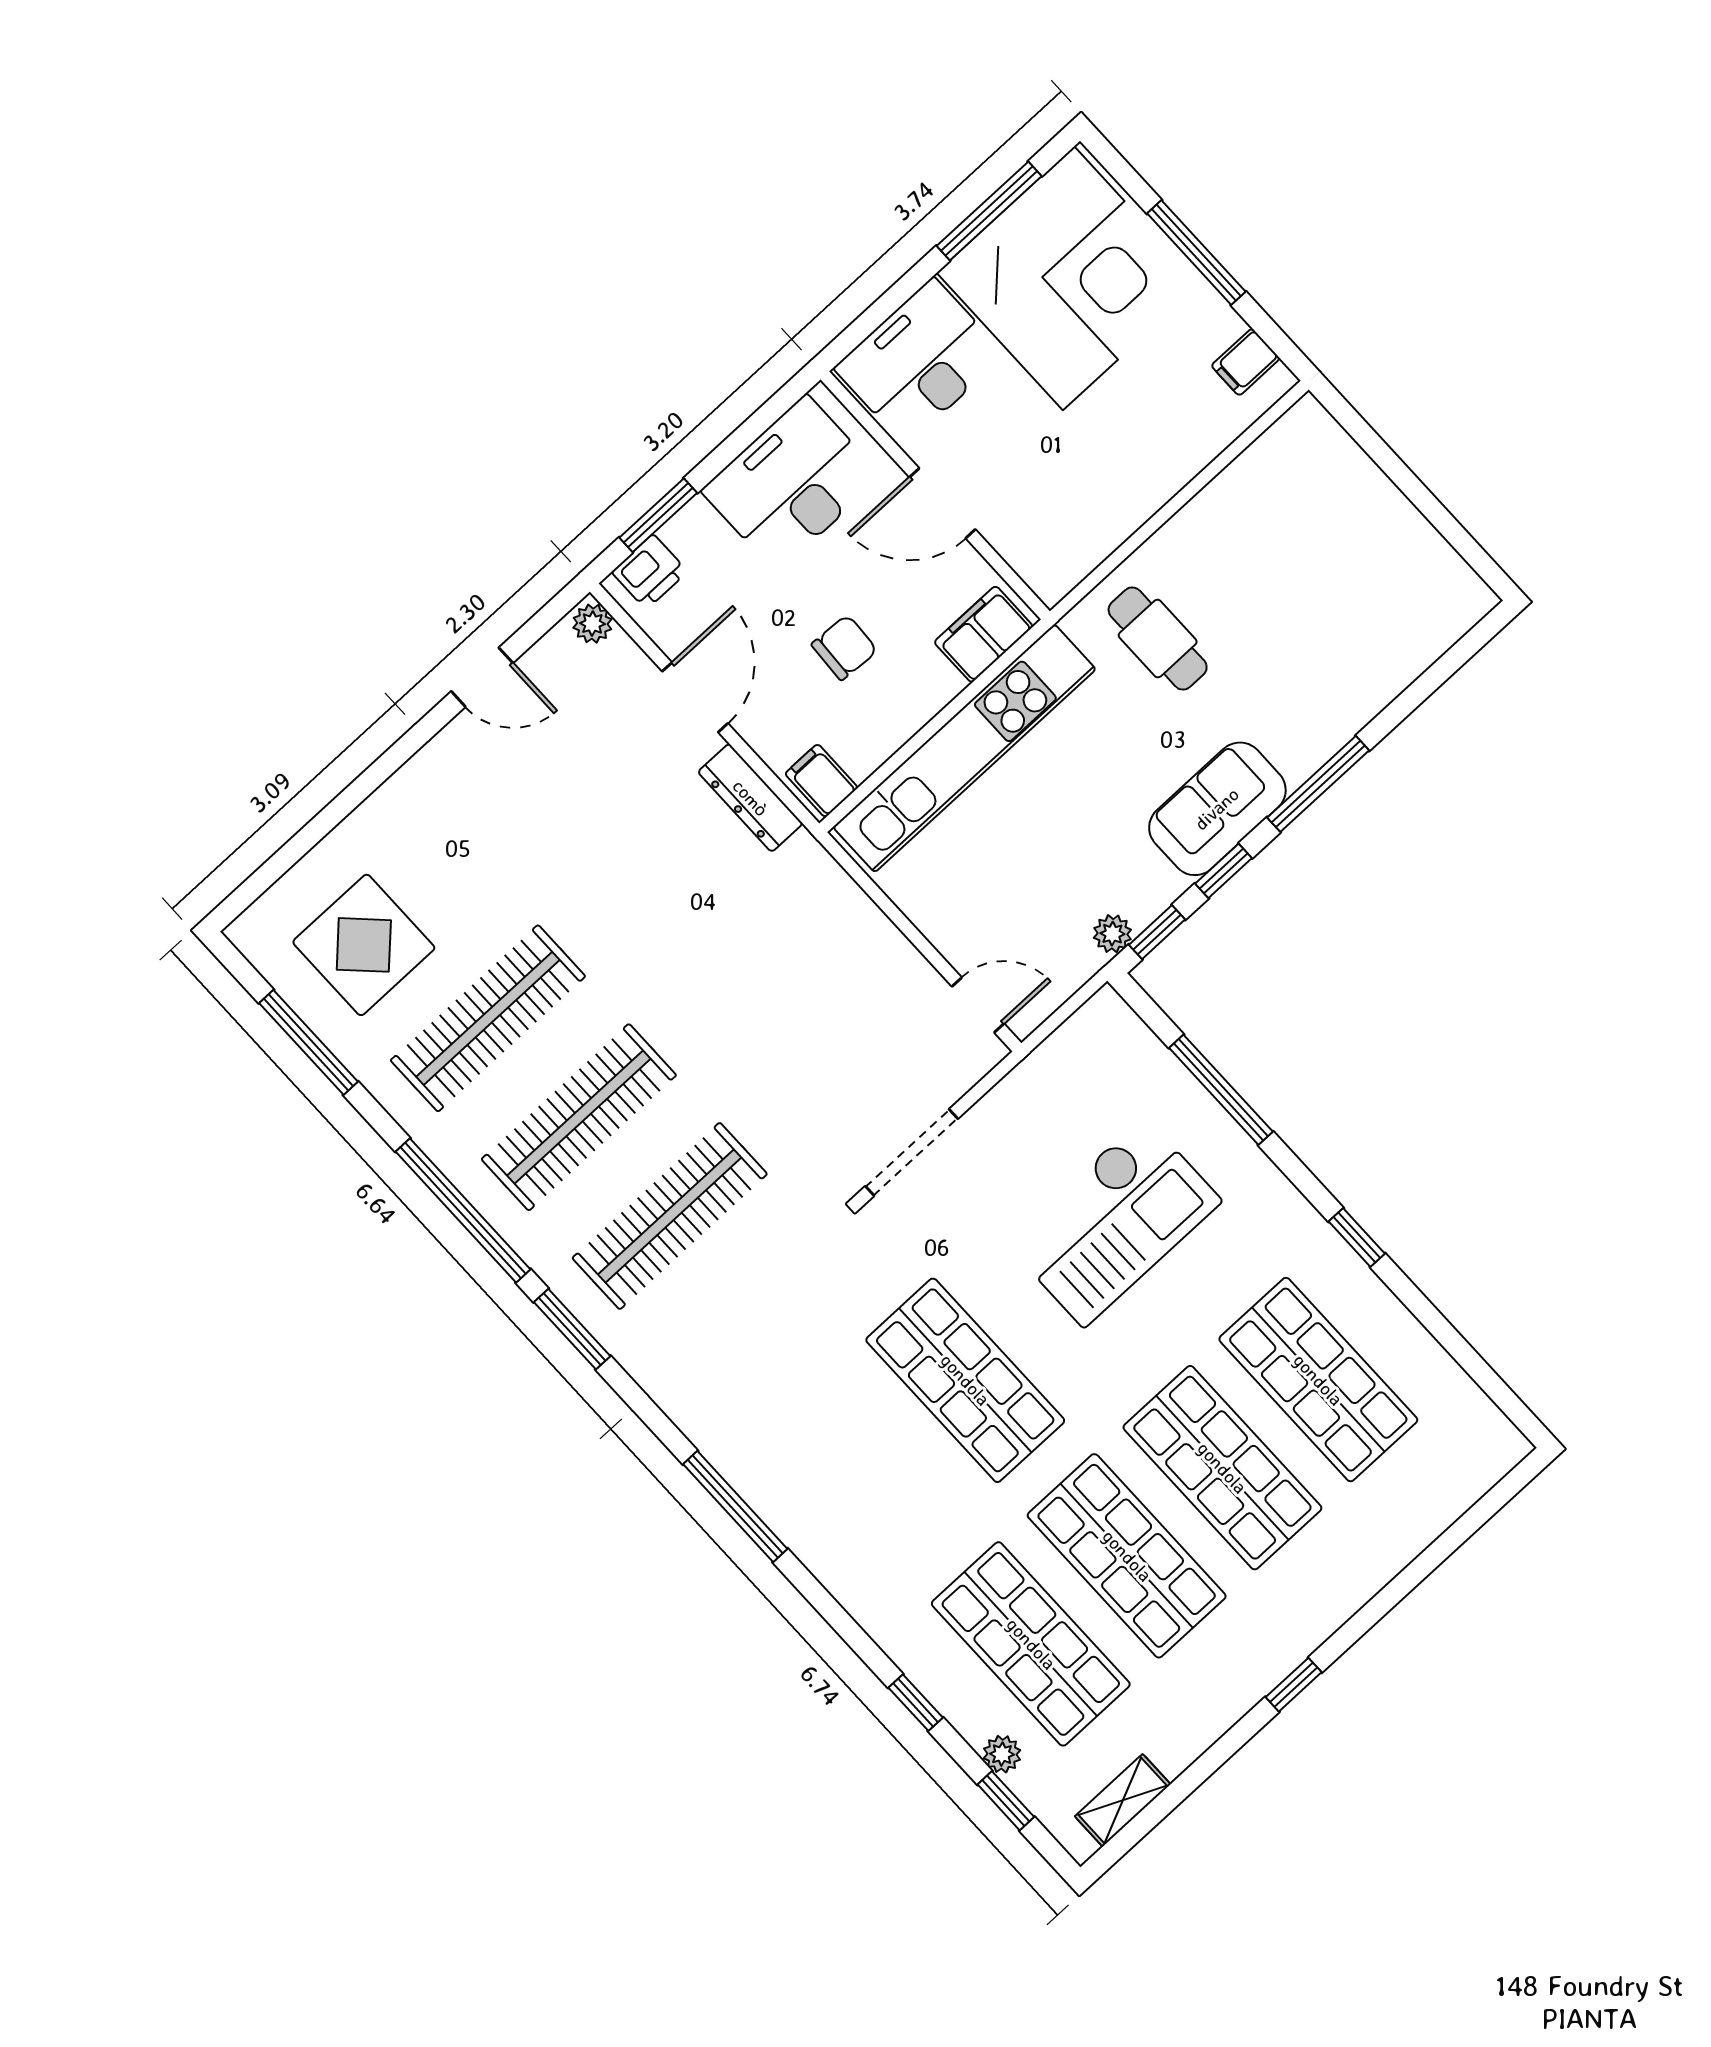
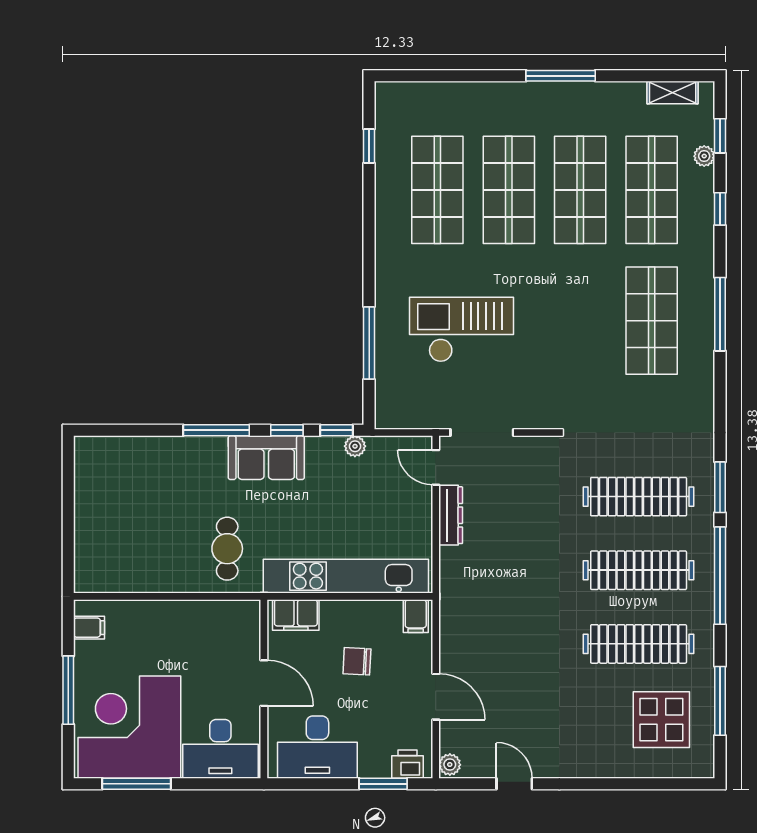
door: (695, 697) -> (436, 697), swing flipped
dresser: (750, 798) -> (451, 515), moved
doorway: (912, 1152) -> (482, 432), moved
window: (1357, 1237) -> (369, 146), moved
shop shelf: (965, 1380) -> (652, 321), moved
window: (735, 1507) -> (720, 314), moved
window: (1294, 1685) -> (561, 76), width x2.17

